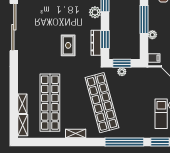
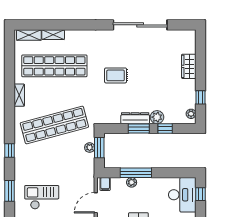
window: (144, 19) -> (136, 173), moved
window: (105, 40) -> (139, 128), moved
dresser: (96, 43) -> (135, 118), moved
rug: (68, 45) -> (116, 75), moved
window: (124, 142) -> (10, 150), width x0.32

